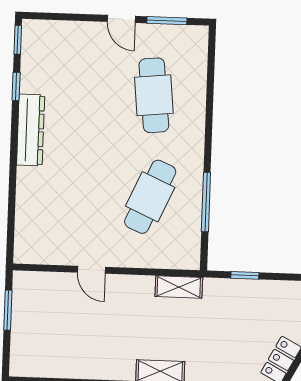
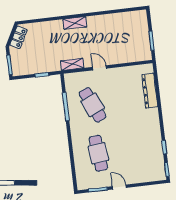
dresser: (31, 130) -> (150, 91), moved
cafe table: (150, 197) -> (93, 105), turned -48
door: (91, 270) -> (99, 68), moved

